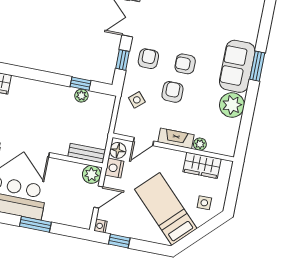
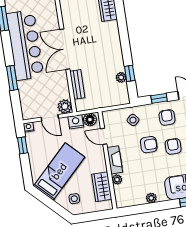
armchair: (148, 59) -> (167, 117), turned -90
plant: (232, 105) -> (151, 198), width x0.53, depth x0.53
bench: (87, 153) -> (77, 84), moved

